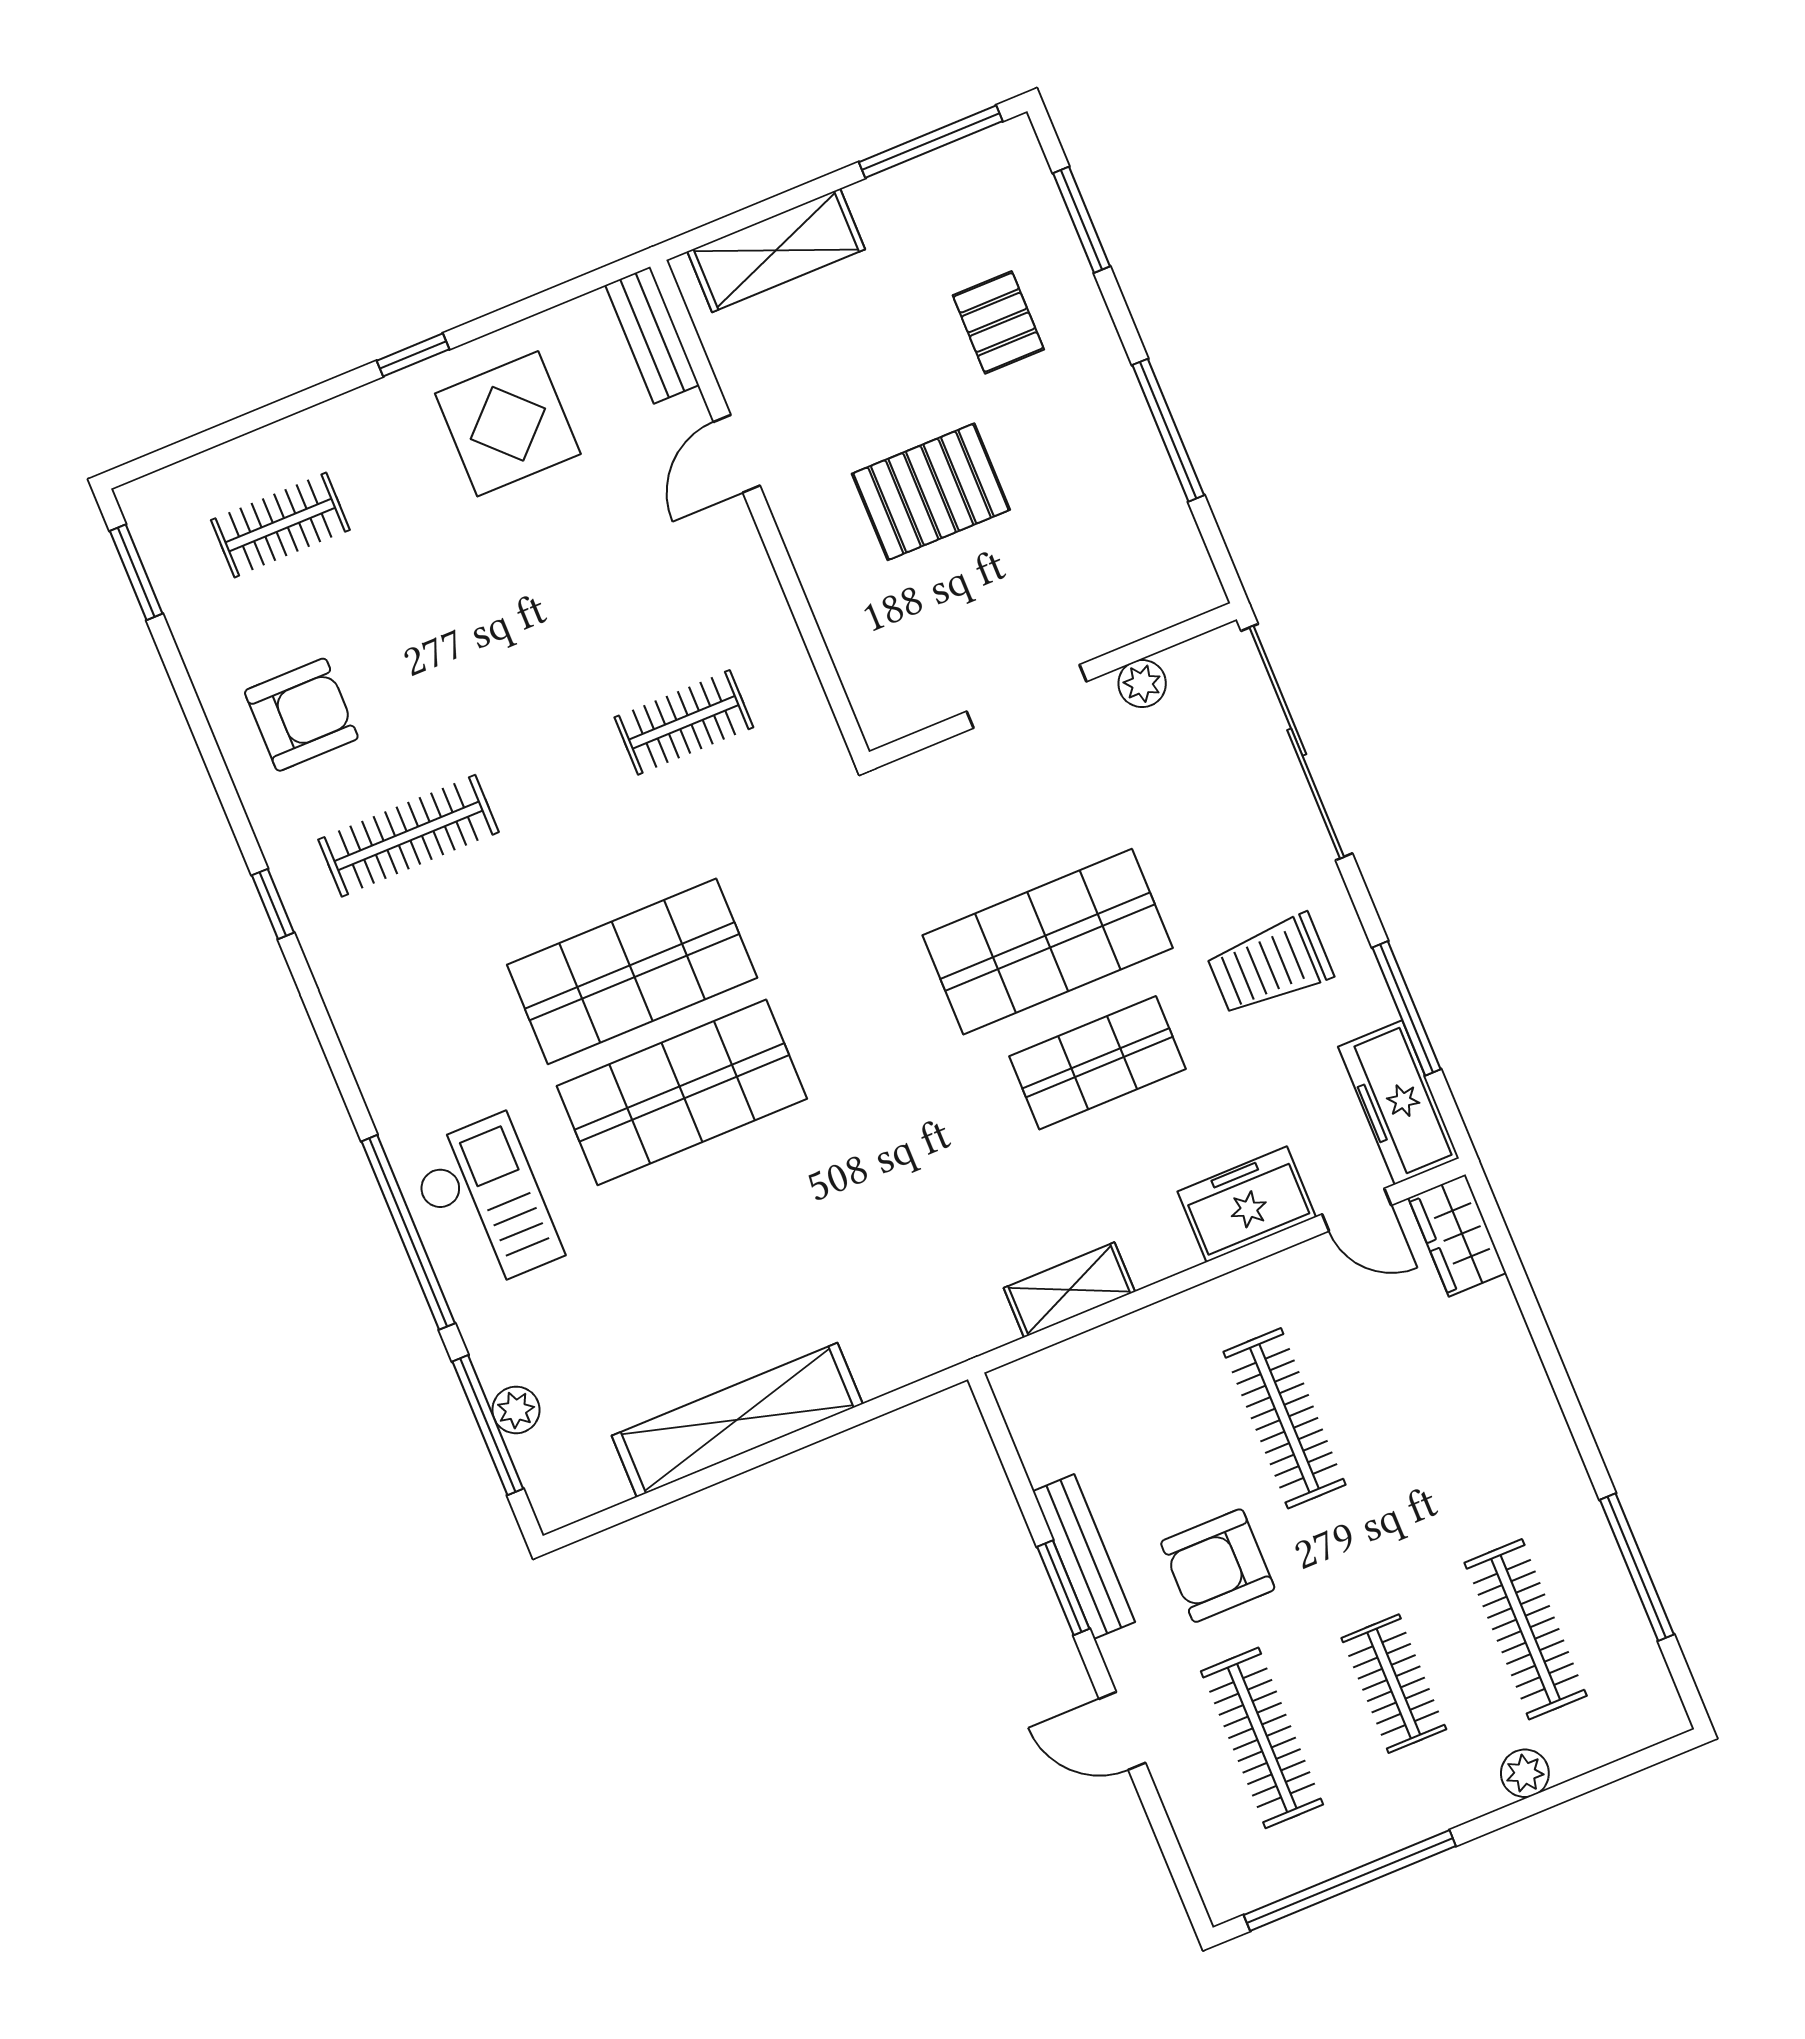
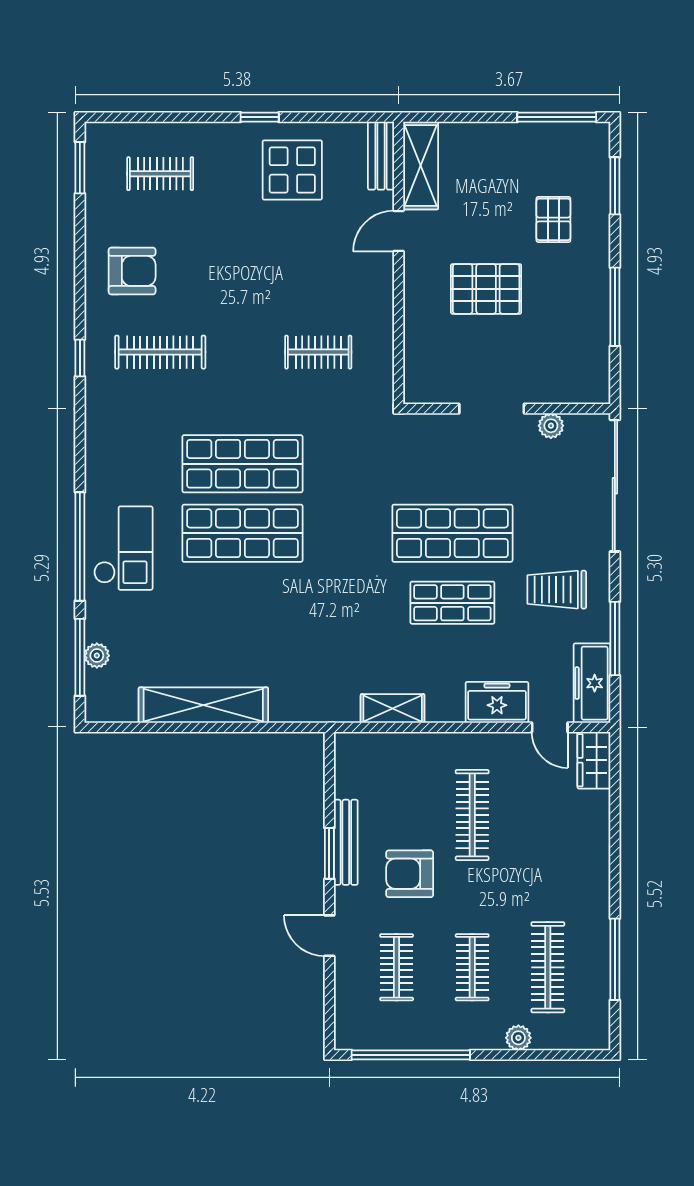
shelving: (776, 250) -> (421, 165), moved, turned 90
clothes rail: (1262, 1738) -> (397, 967), width x0.73

